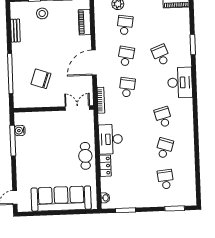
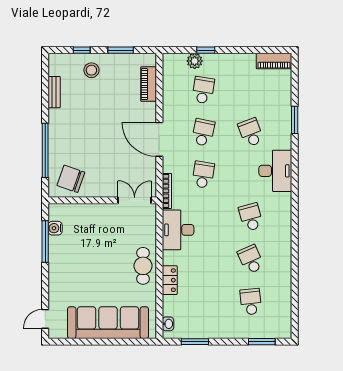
door: (94, 63) -> (159, 139), hinge flipped
chair: (41, 79) -> (71, 179), moved
desk: (111, 139) -> (178, 230), moved
school desk: (164, 148) -> (251, 259), turned -42

